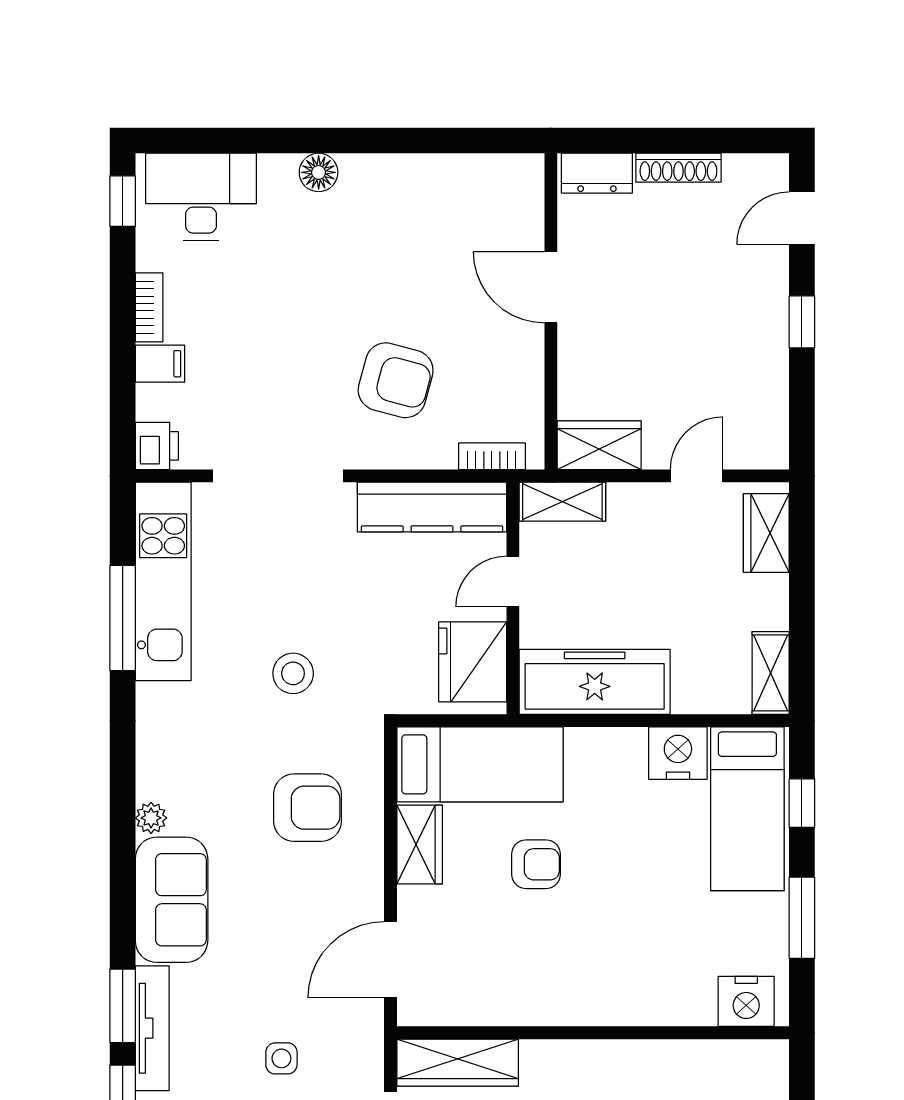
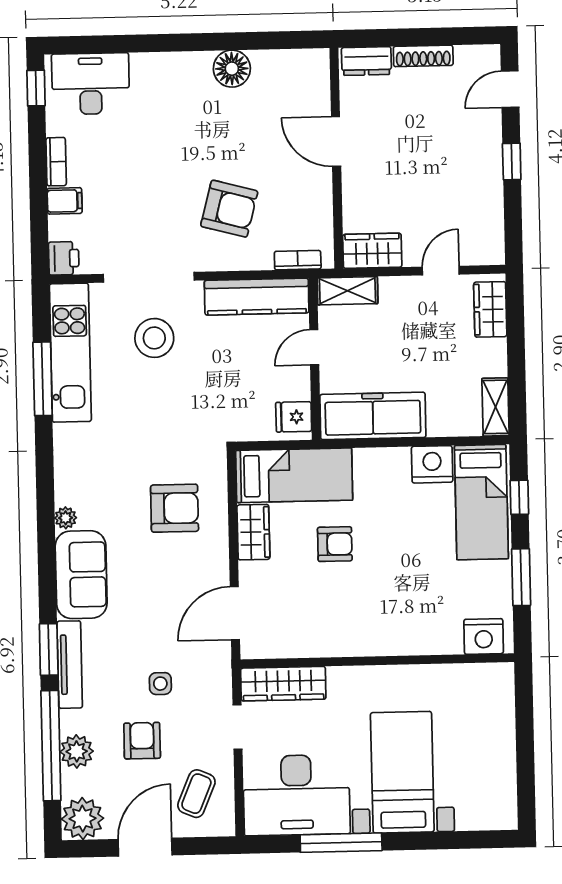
floor lamp: (319, 172) -> (232, 69), moved, width x1.38, depth x1.38
fridge: (473, 662) -> (294, 417), width x0.53, depth x0.75
stool: (293, 673) -> (154, 338), moved, width x1.38, depth x1.38

